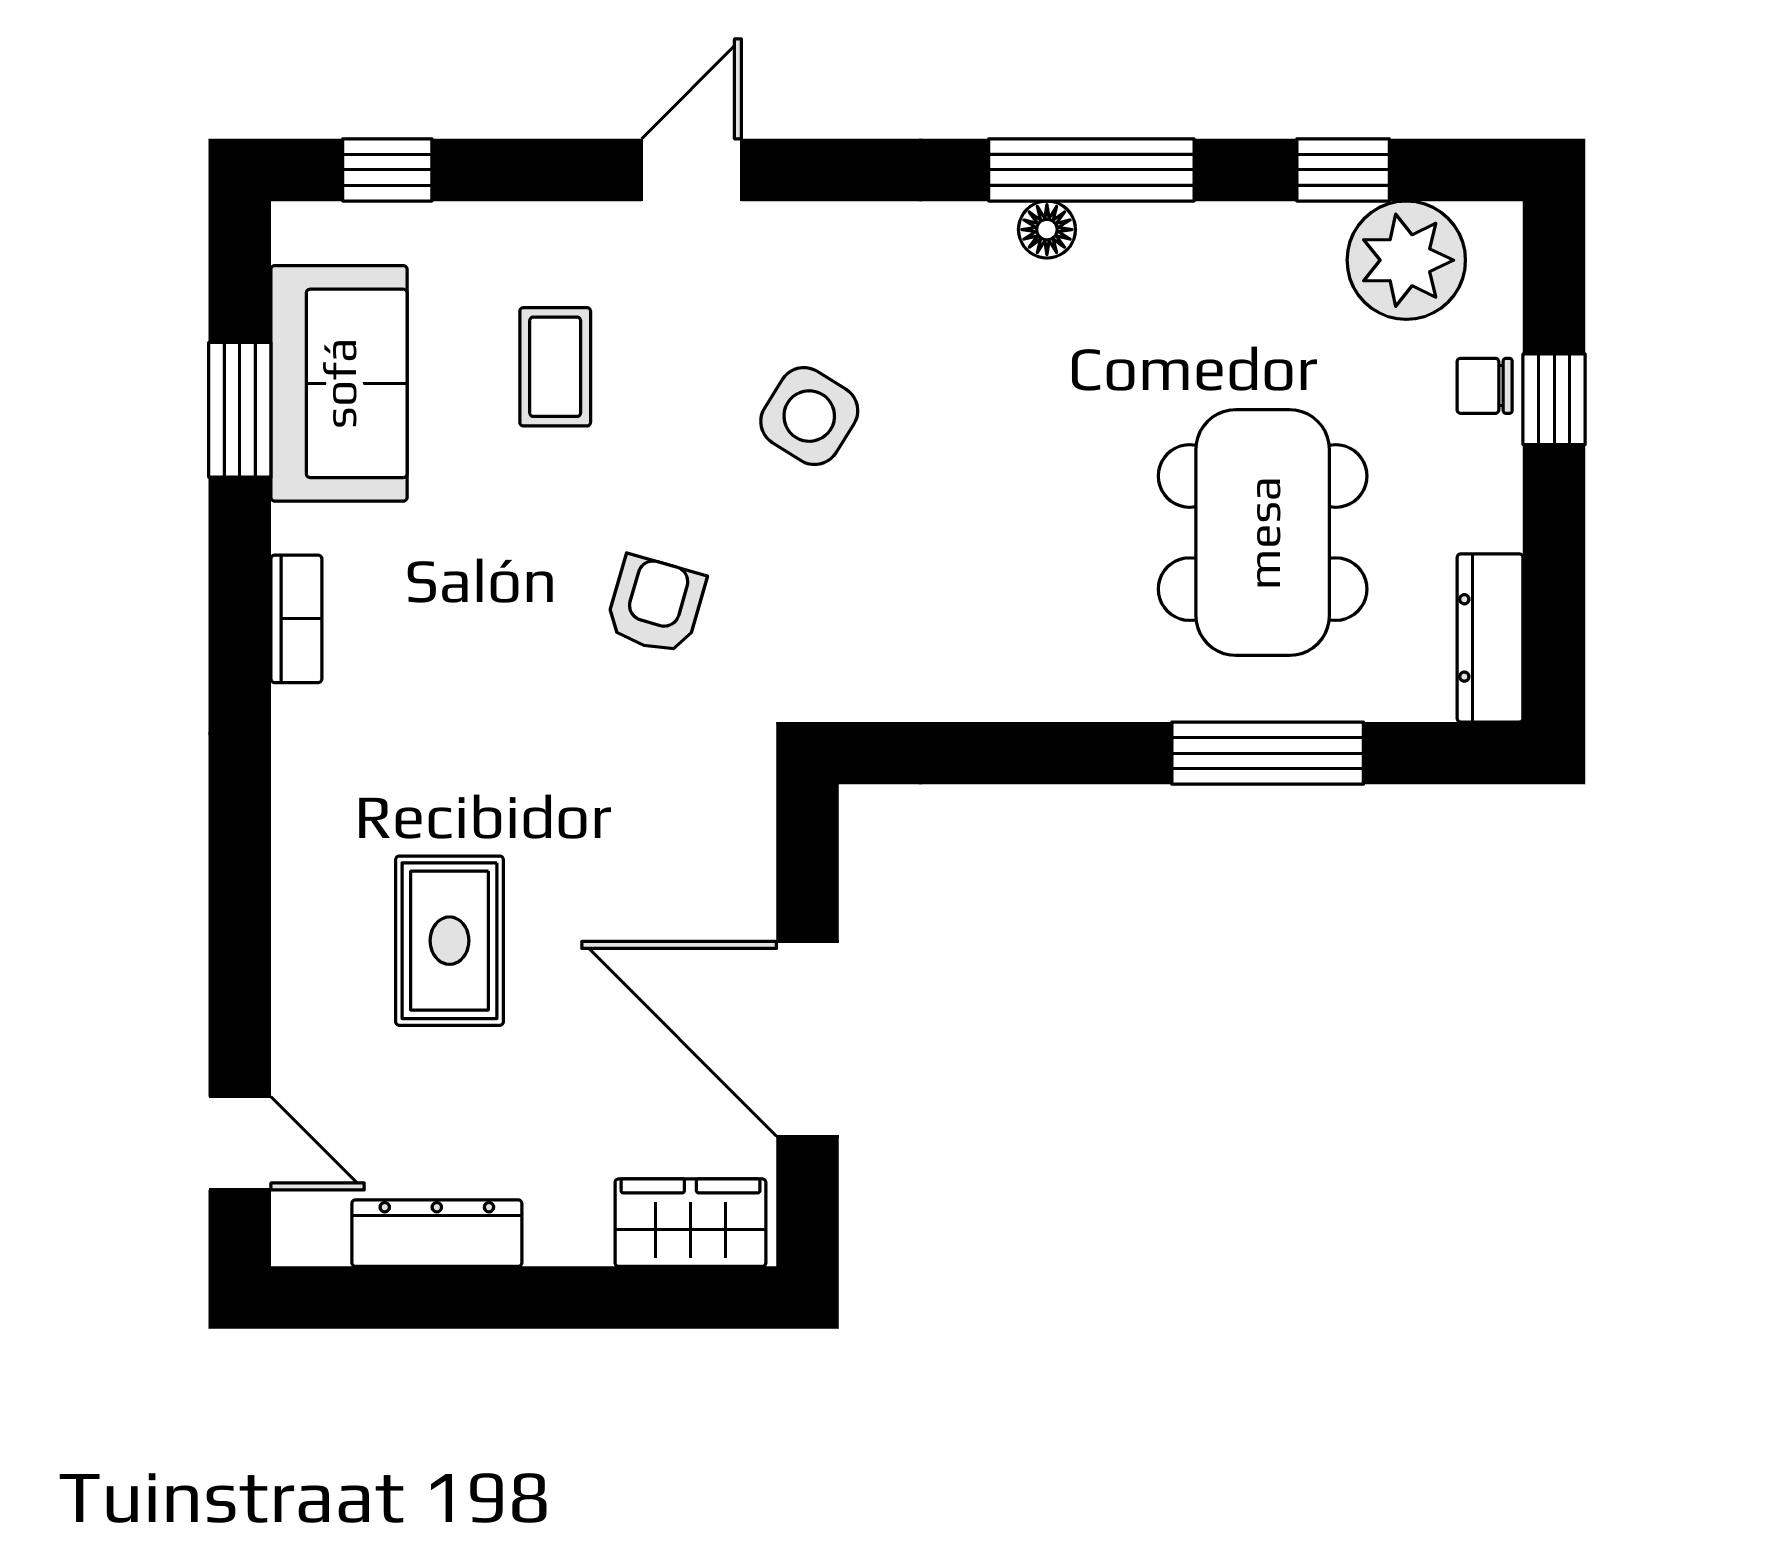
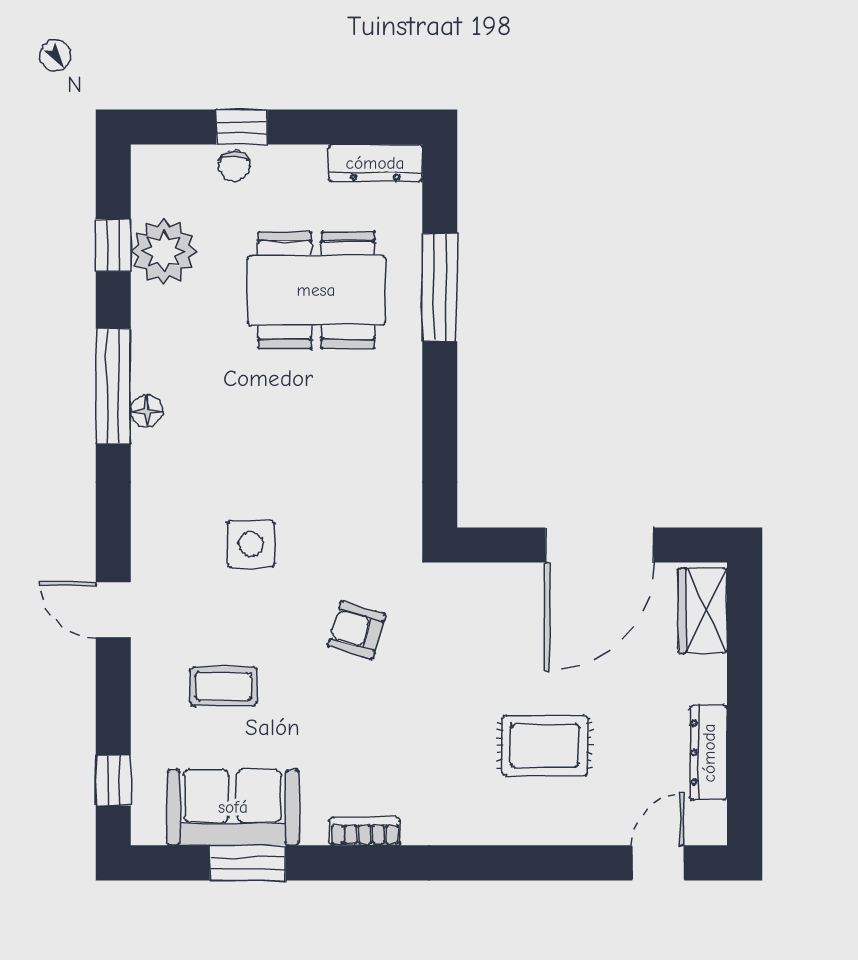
plant: (1406, 260) -> (164, 251), moved
side table: (809, 416) -> (251, 544), turned -32

